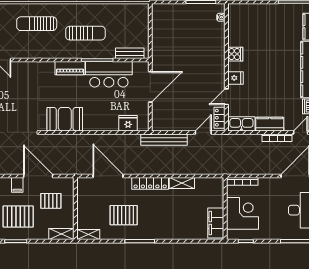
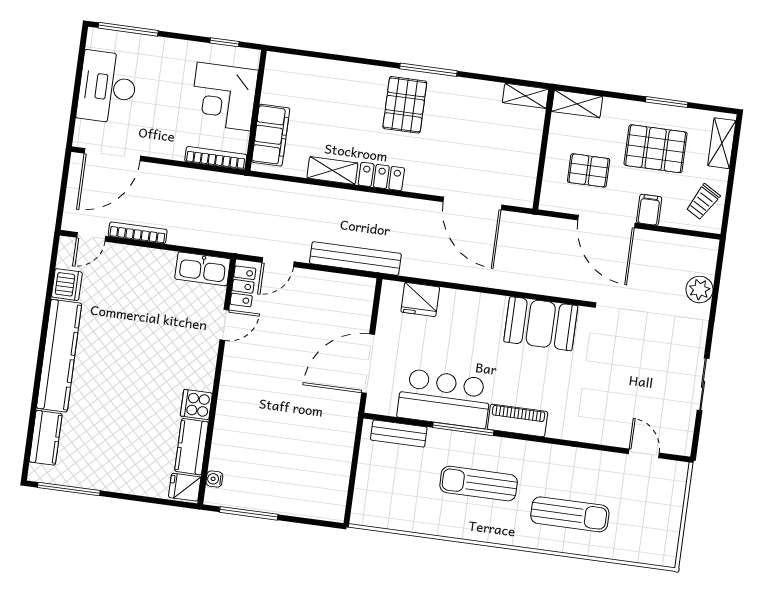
fridge: (235, 78) -> (185, 487), moved
kitchen counter: (270, 124) -> (192, 447), moved, turned 90
locker: (150, 183) -> (381, 176), width x0.66
pallet: (124, 215) -> (405, 105), moved, turned 90
filing cabinet: (216, 223) -> (271, 135), moved

